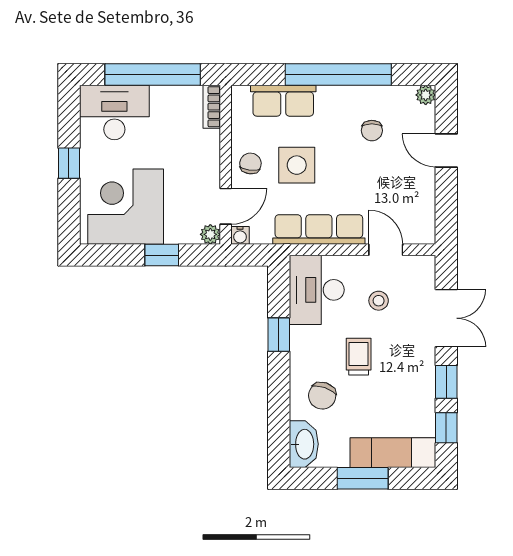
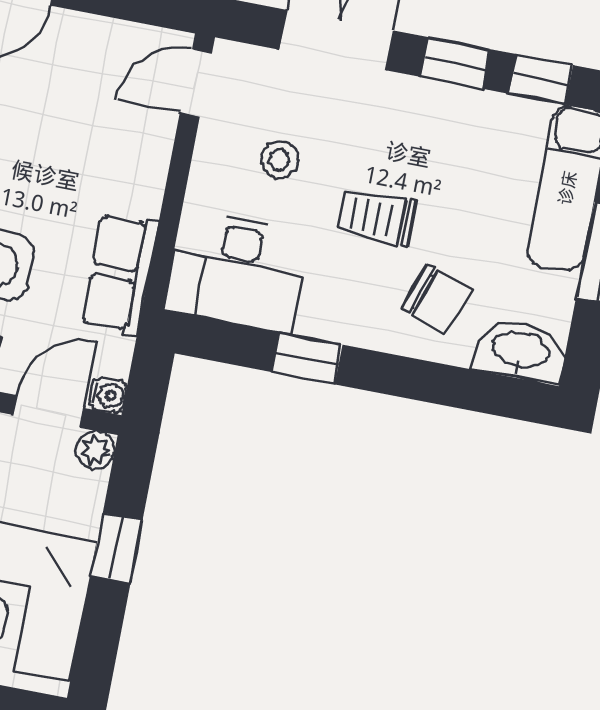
door: (226, 206) -> (48, 411), hinge flipped
row of seats: (319, 230) -> (120, 274), width x0.68
door: (386, 250) -> (196, 83), moved

